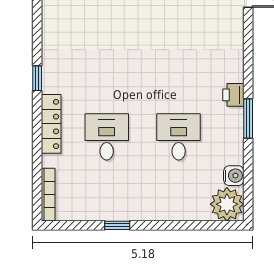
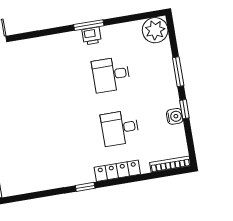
printer: (233, 95) -> (92, 36), moved
water cooler: (234, 176) -> (175, 116), moved, turned 90
window: (168, 225) -> (178, 72), added

